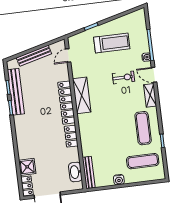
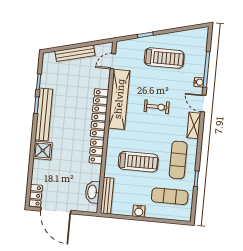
exercise bike: (124, 77) -> (157, 107), moved
bench: (16, 92) -> (44, 114), moved
shelving: (82, 95) -> (119, 99), width x1.47
treadmill: (109, 137) -> (138, 162), added
shower: (27, 167) -> (43, 150), moved

